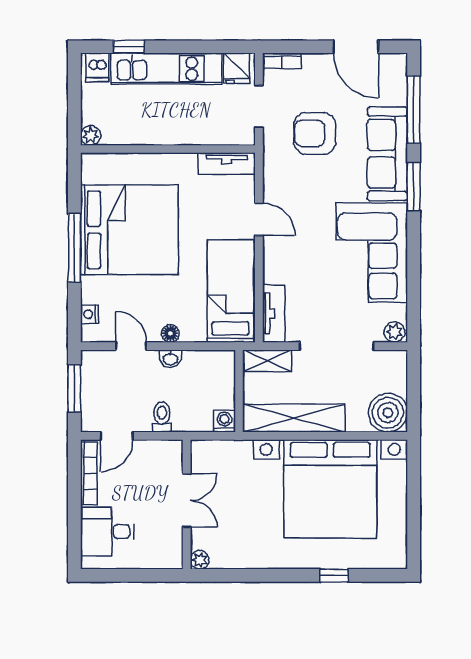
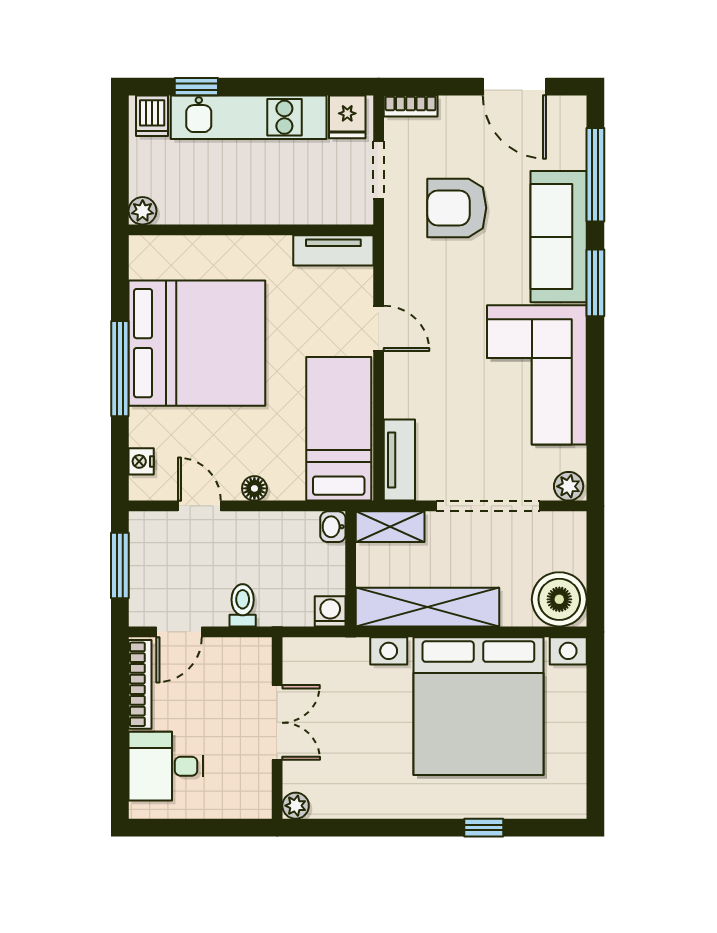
washbasin: (170, 359) -> (333, 527), moved, turned 90

